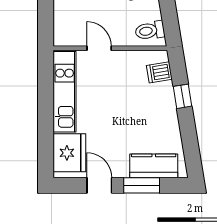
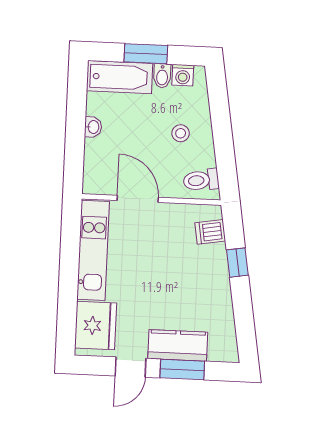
door: (99, 48) -> (138, 199), width x1.38
kitchen counter: (154, 166) -> (178, 345), moved
door: (99, 185) -> (130, 367), swing flipped

